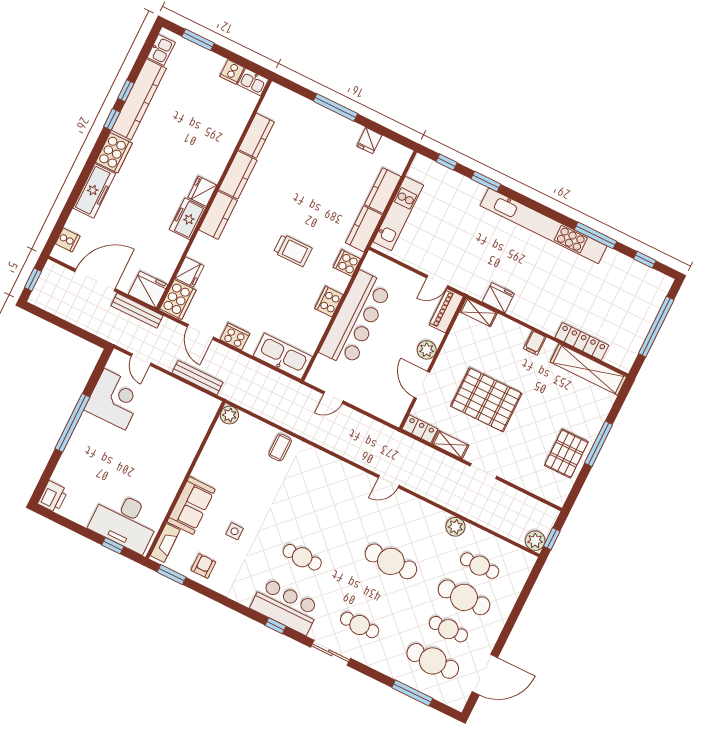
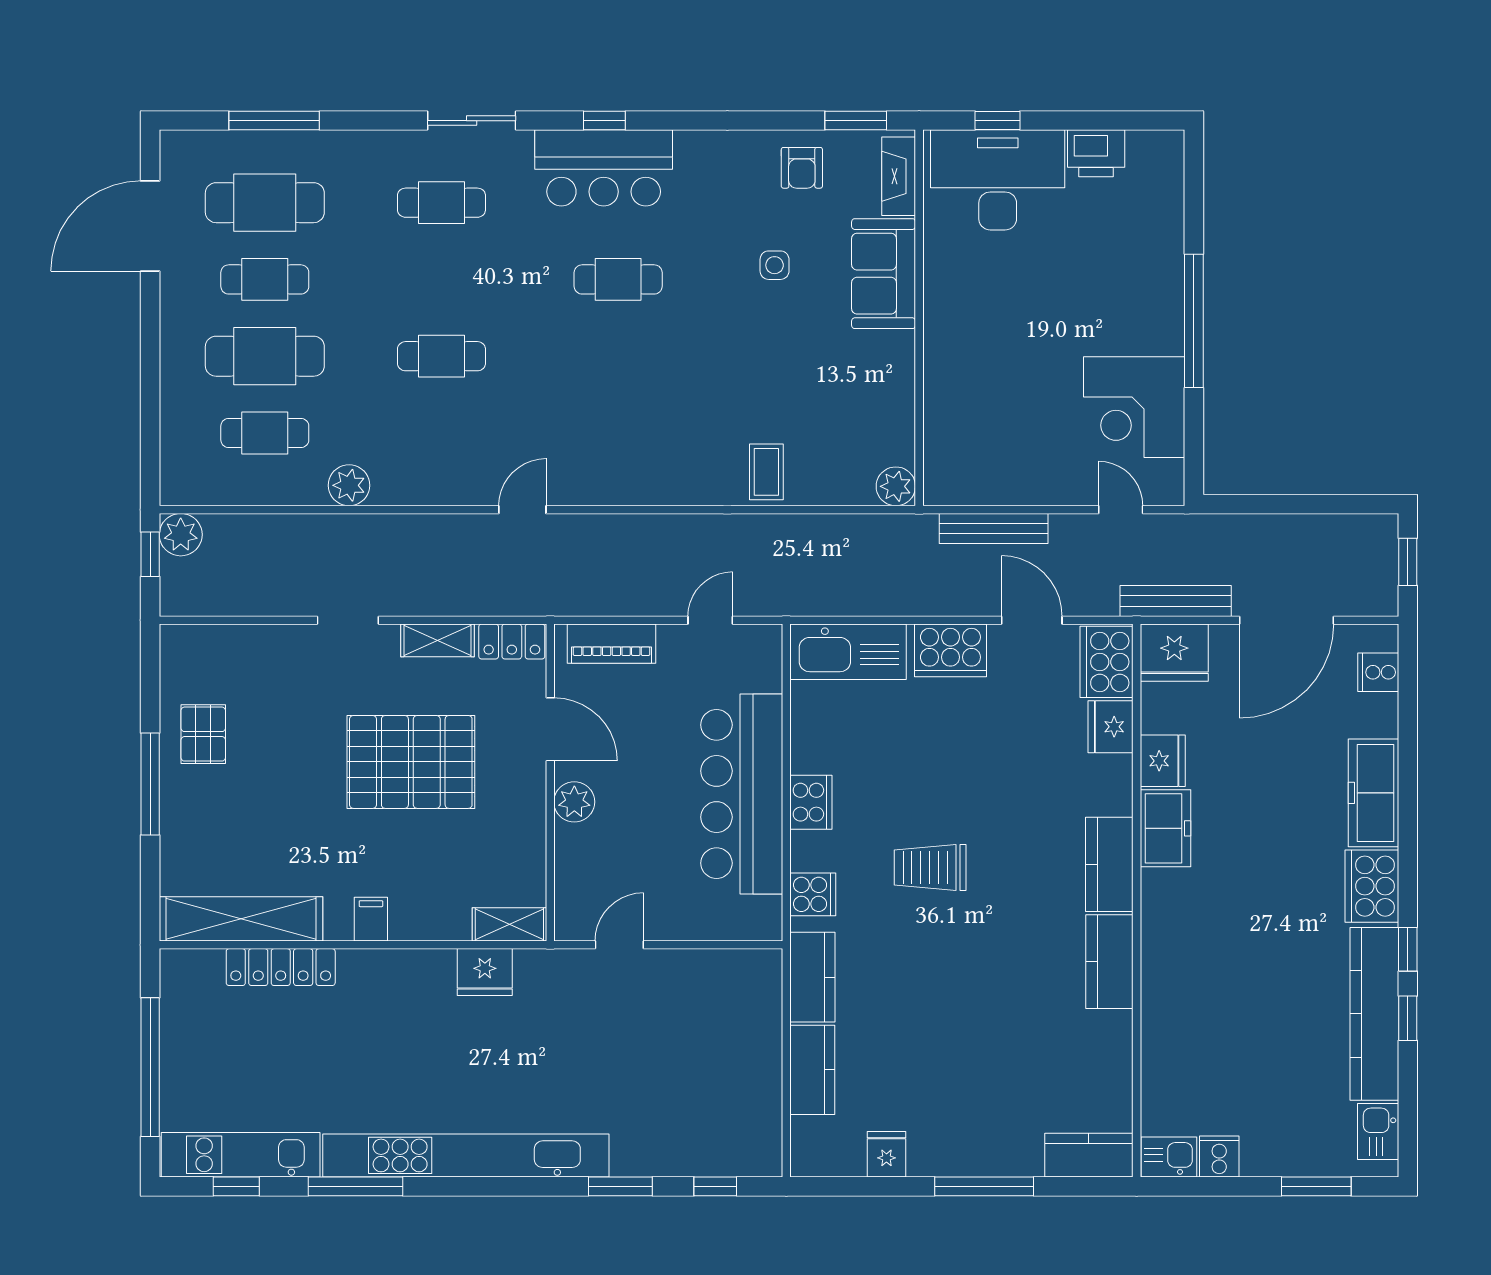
kitchen counter: (256, 136) -> (1089, 1155), moved, turned 90
fridge: (202, 191) -> (1163, 761), moved
kitchen unit: (398, 214) -> (241, 1155), moved, turned 90
piano: (446, 311) -> (611, 644), moved, turned 90
cooker: (235, 337) -> (950, 650), width x1.37, depth x1.31
pallet: (566, 454) -> (203, 734), width x0.67, depth x0.71
printer: (53, 497) -> (1096, 153), moved, turned -90
cafe table: (391, 561) -> (441, 356), width x0.73, depth x0.74

